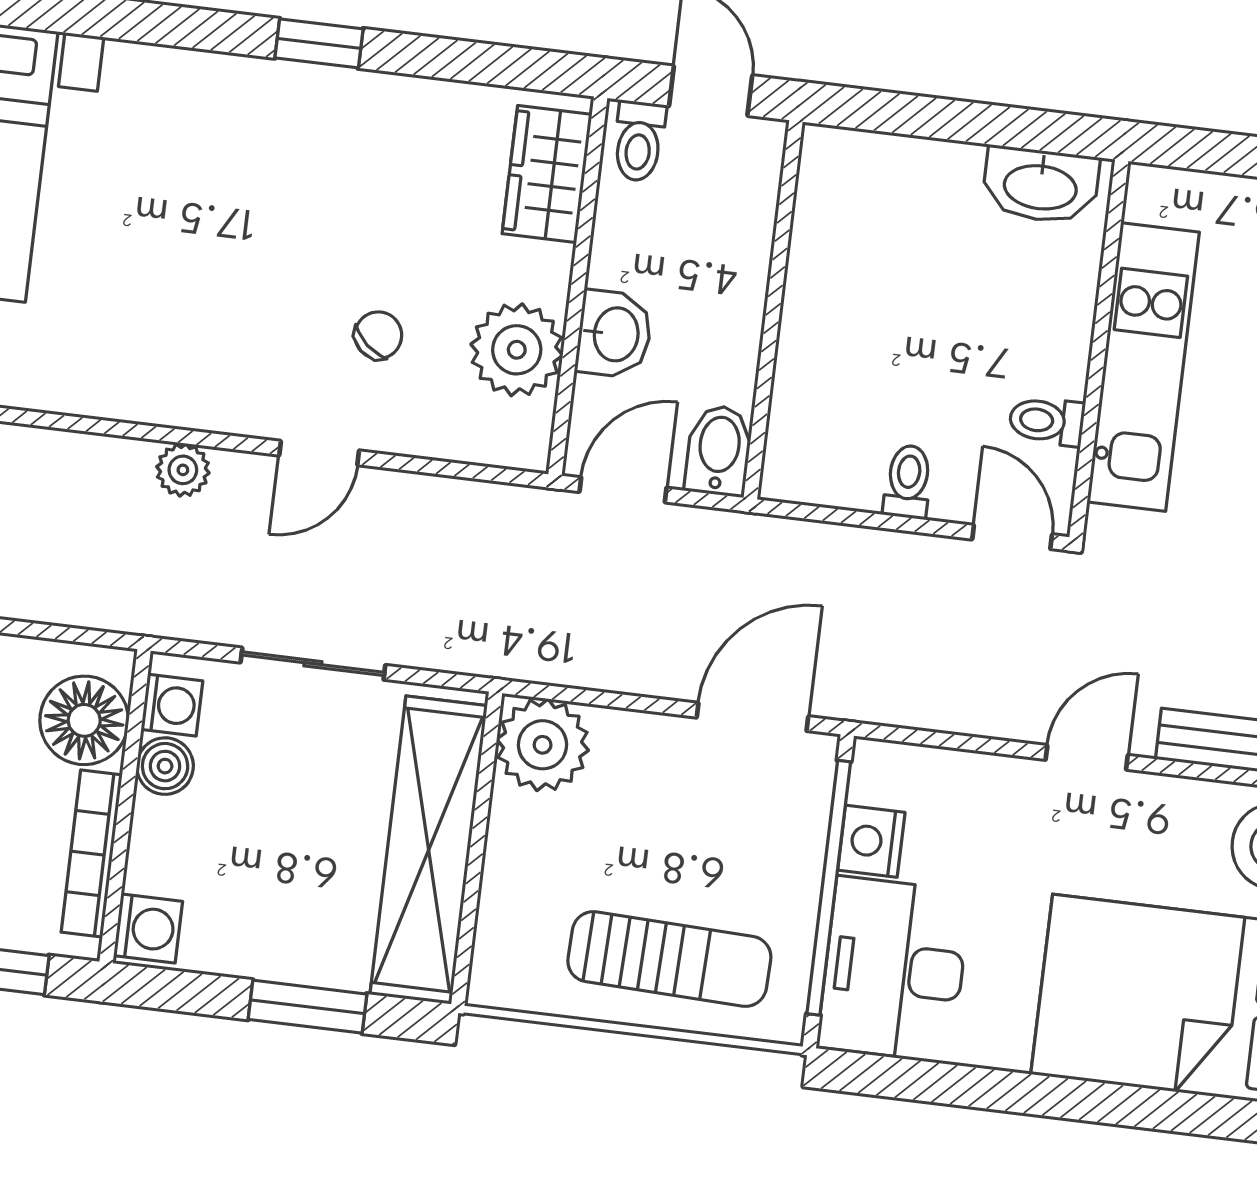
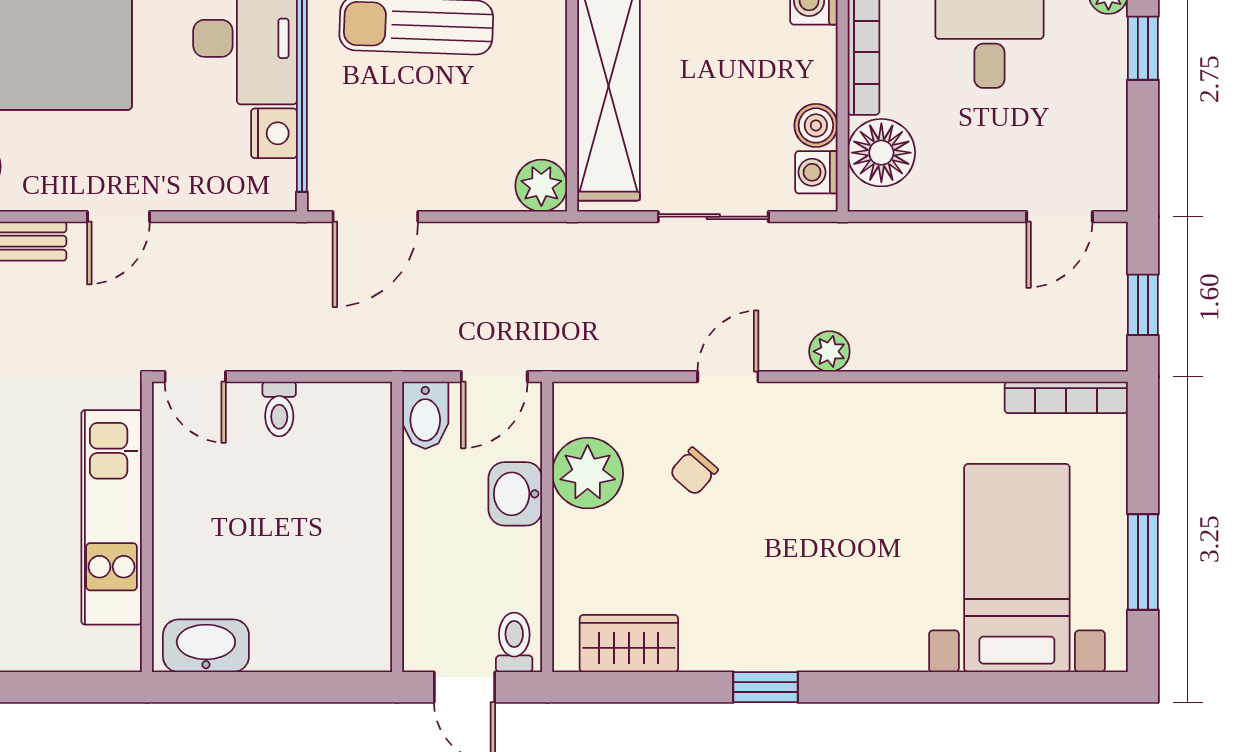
wardrobe: (547, 174) -> (629, 643), moved, turned -90
toilet: (1047, 421) -> (180, 468), removed
plant: (543, 745) -> (541, 186), width x0.73, depth x0.73

